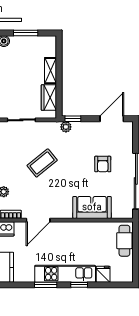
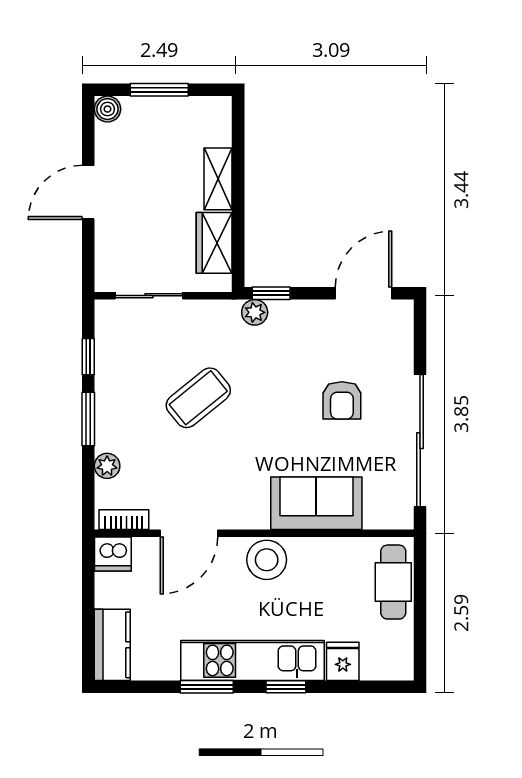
stool: (71, 231) -> (267, 560), added

